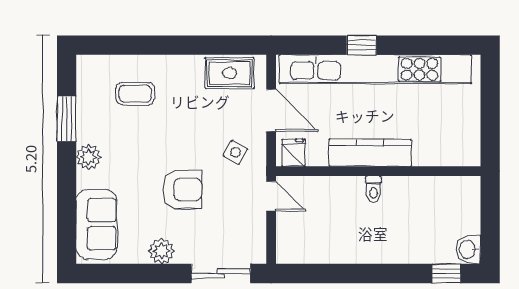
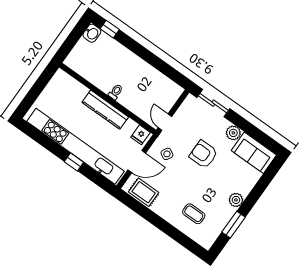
door: (271, 110) -> (137, 162), swing flipped
sofa: (96, 224) -> (254, 153), moved, turned -90

